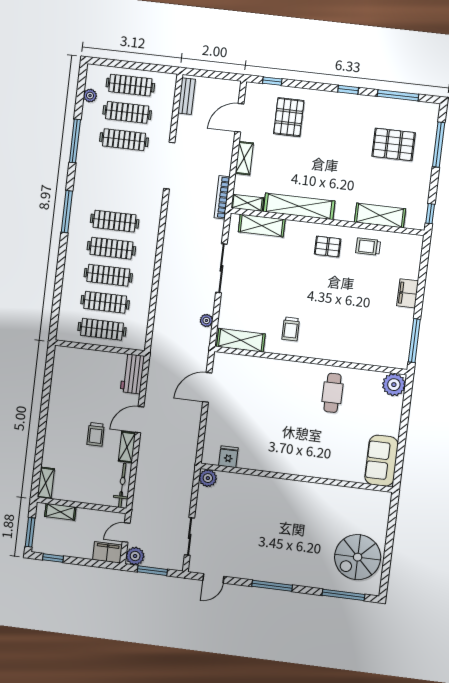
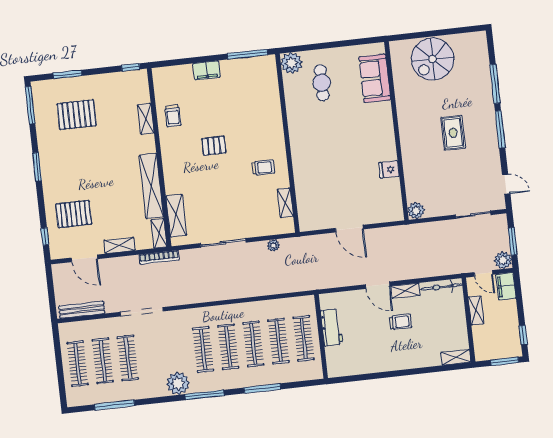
window: (348, 90) -> (37, 167), width x1.50
window: (398, 95) -> (30, 105), moved
plant: (90, 96) -> (178, 383), moved, width x1.87, depth x1.87
bench: (187, 96) -> (82, 310), width x1.36
window: (75, 141) -> (115, 405), moved
pallet: (394, 144) -> (77, 115), turned 90
window: (439, 145) -> (68, 74), width x0.69
shelving: (380, 215) -> (146, 119), width x0.67, depth x0.75
pallet: (328, 247) -> (214, 146), moved, turned 90
window: (60, 274) -> (262, 388), added
shelving: (241, 340) -> (285, 203), width x0.67, depth x0.75
workbench: (132, 374) -> (332, 327), moved, turned -90
door: (207, 387) -> (349, 229), moved
cafe table: (333, 393) -> (322, 83), moved, turned 90
fridge: (228, 457) -> (389, 169), moved
sofa: (381, 461) -> (375, 78), moved, turned 90
shelving: (60, 512) -> (476, 310), moved
rug: (280, 536) -> (453, 133), added
spiral stairs: (358, 557) -> (433, 59), moved, turned 90
window: (343, 595) -> (495, 84), moved

